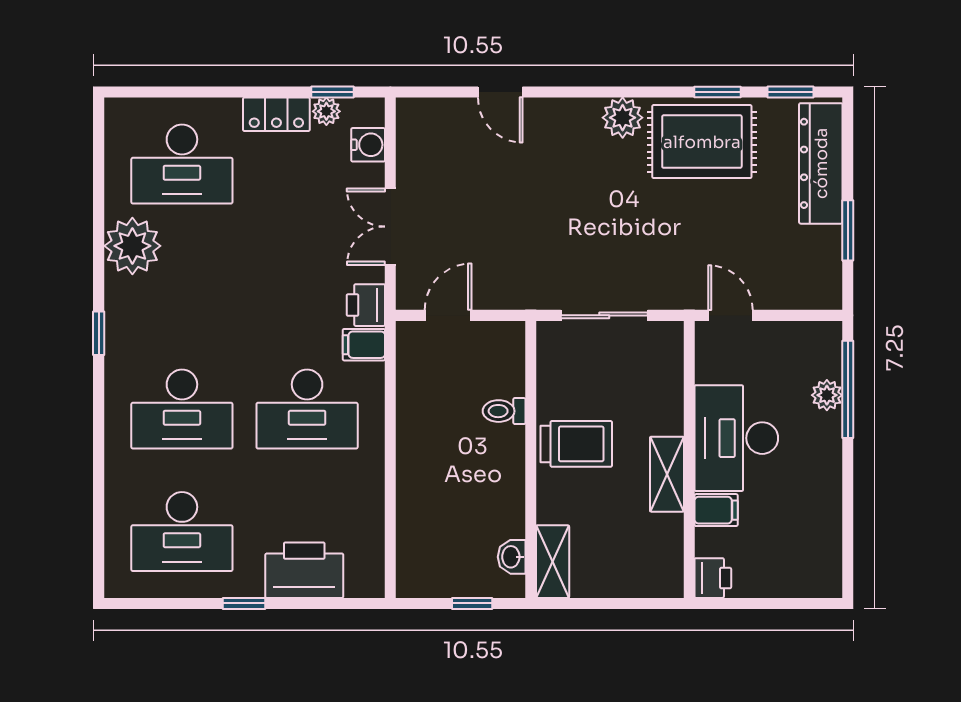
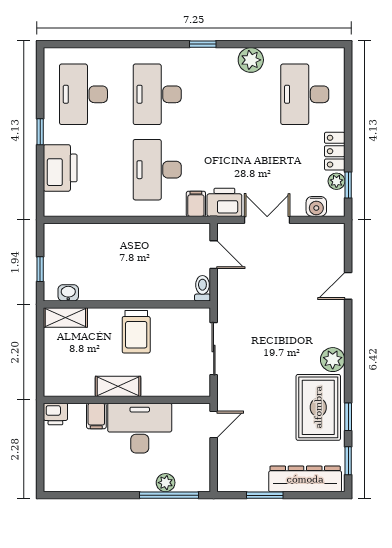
plant: (132, 246) -> (251, 60), width x0.73, depth x0.73
printer: (366, 305) -> (224, 202), width x1.36, depth x1.24
toilet: (504, 411) -> (202, 288), moved

